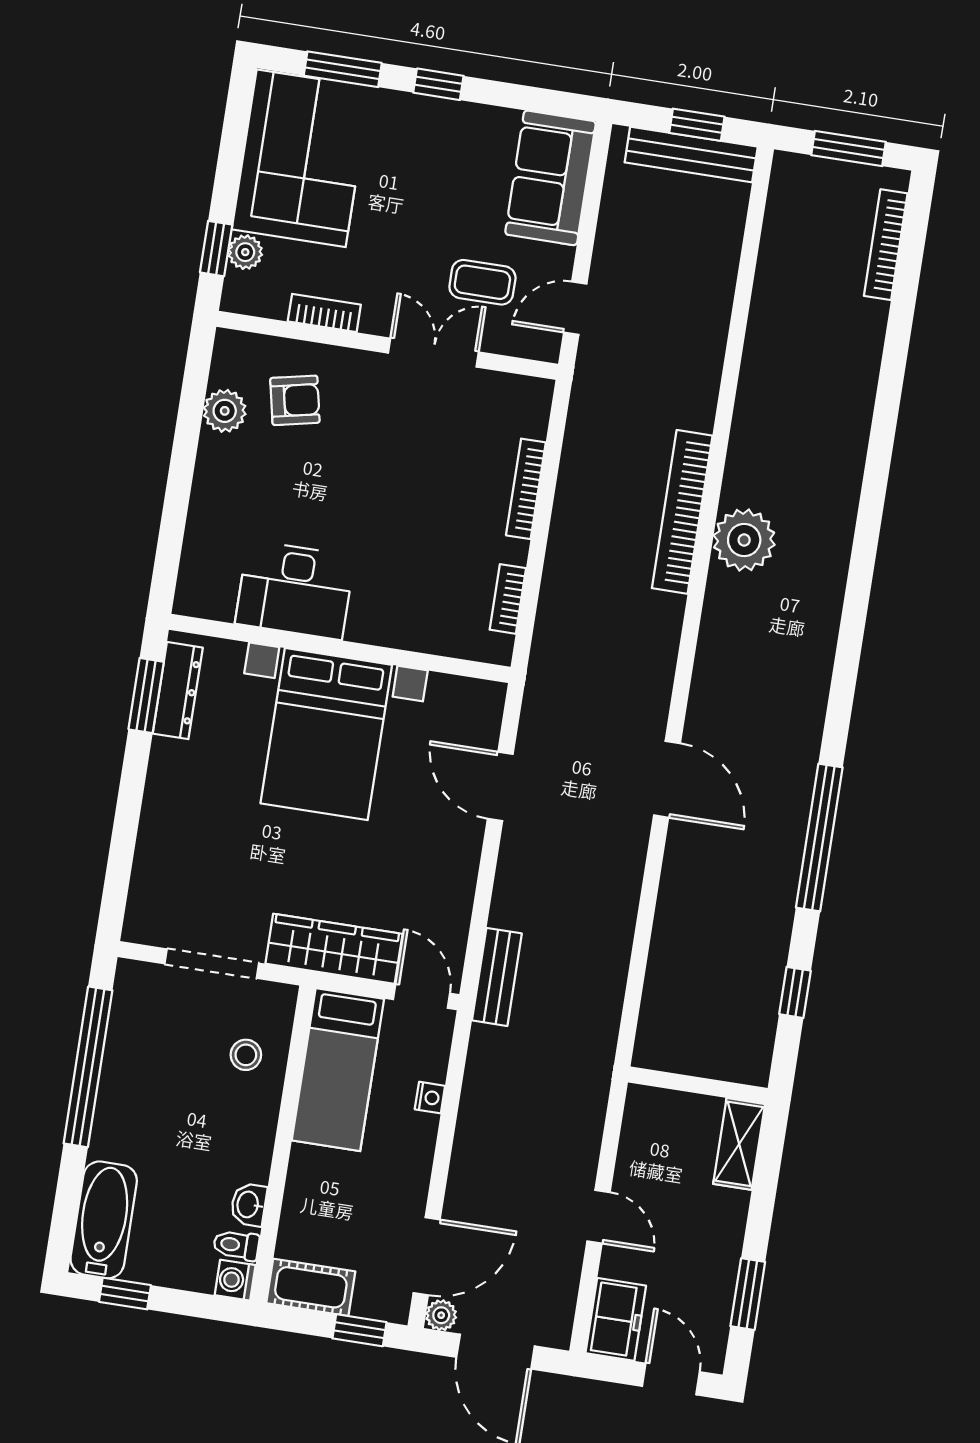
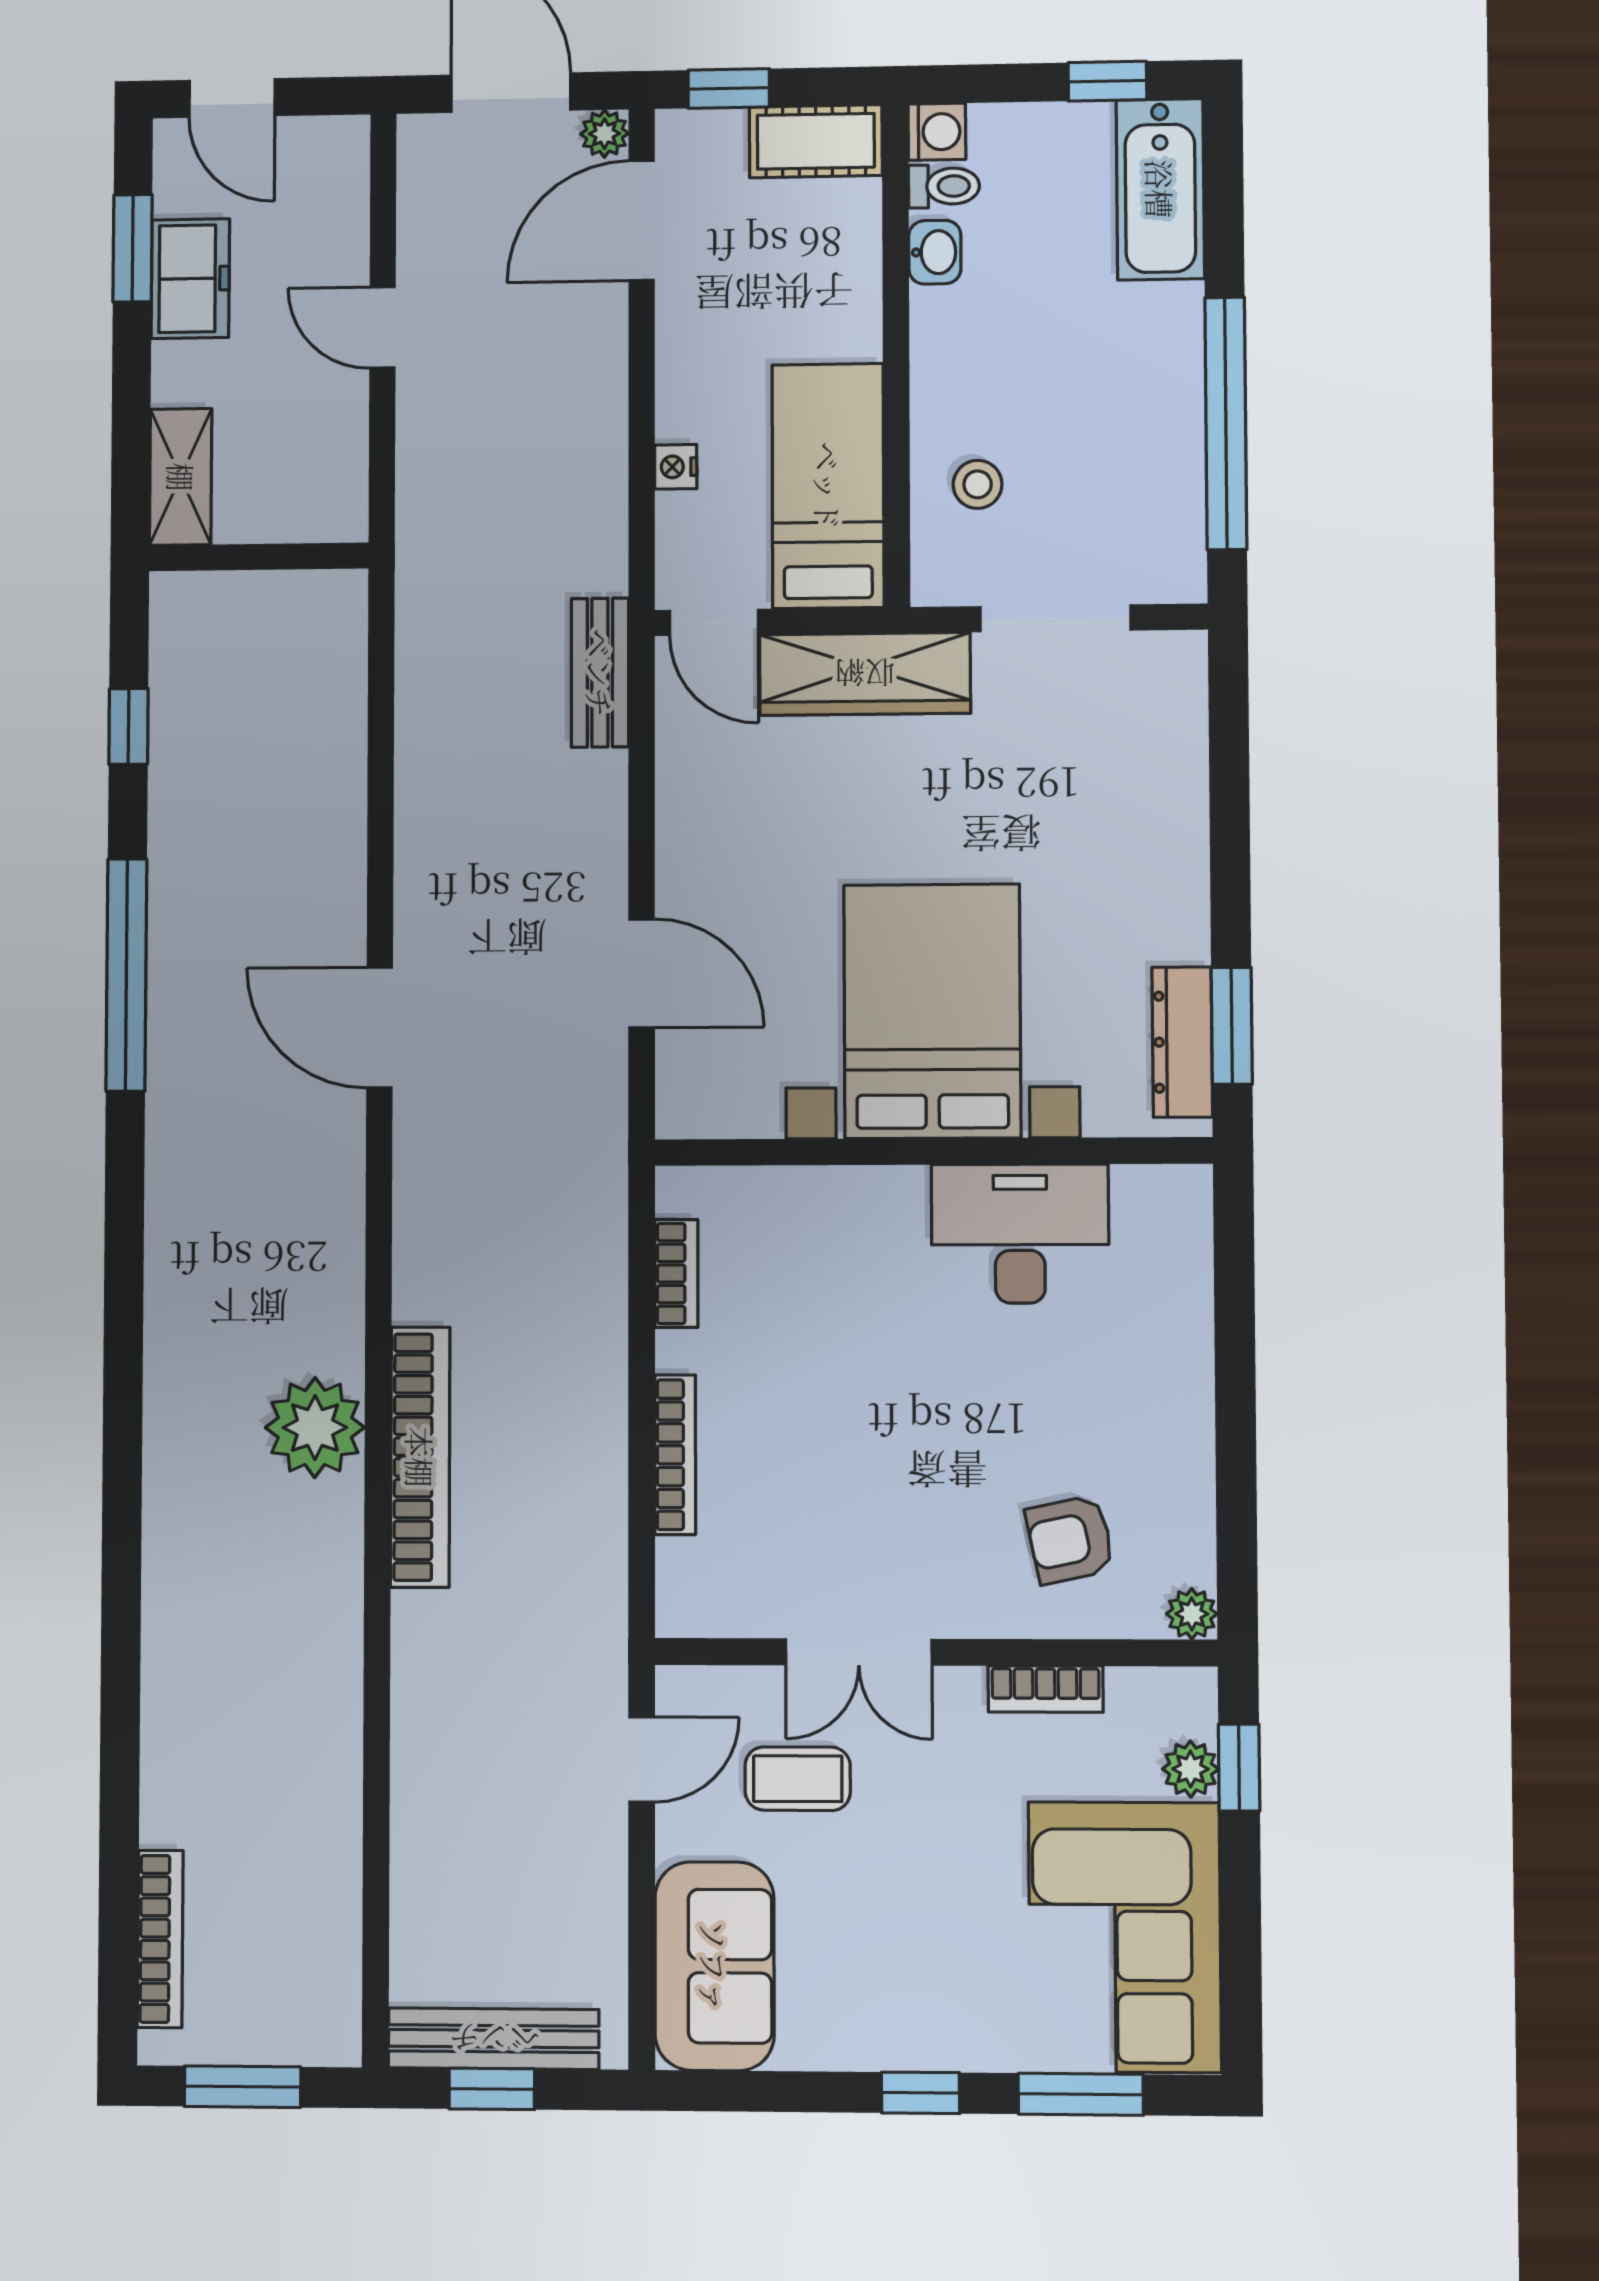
plant: (225, 411) -> (1192, 1614), moved, width x0.73, depth x0.73
freezer: (616, 1319) -> (190, 279), moved, turned 180

